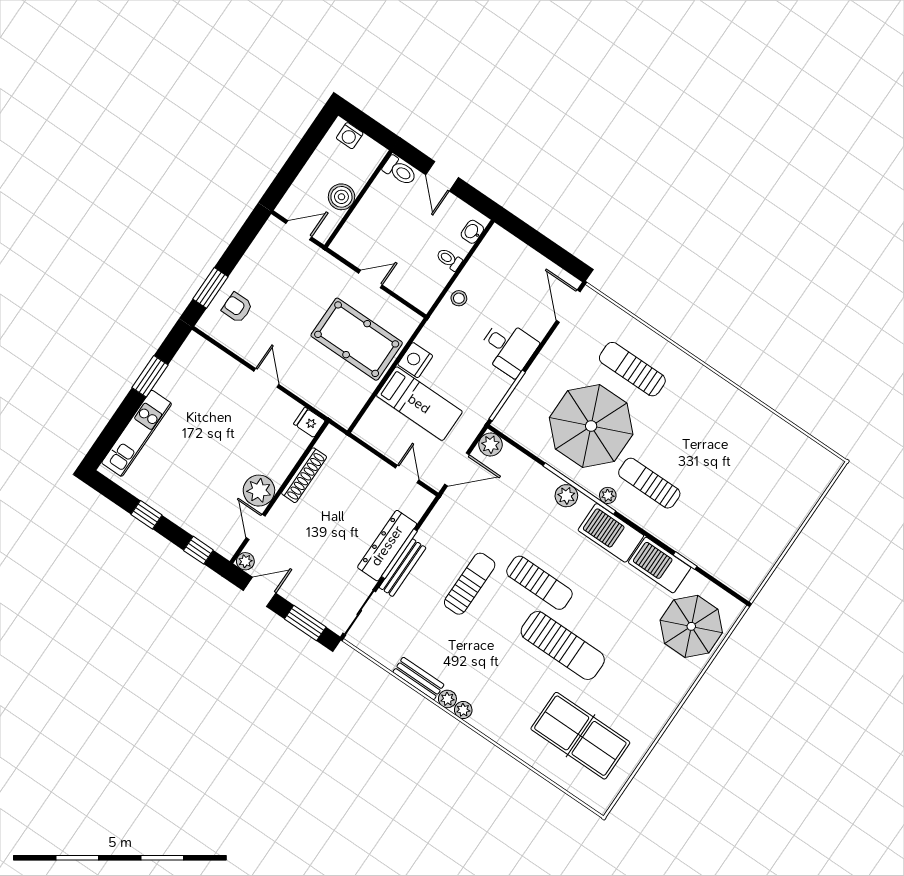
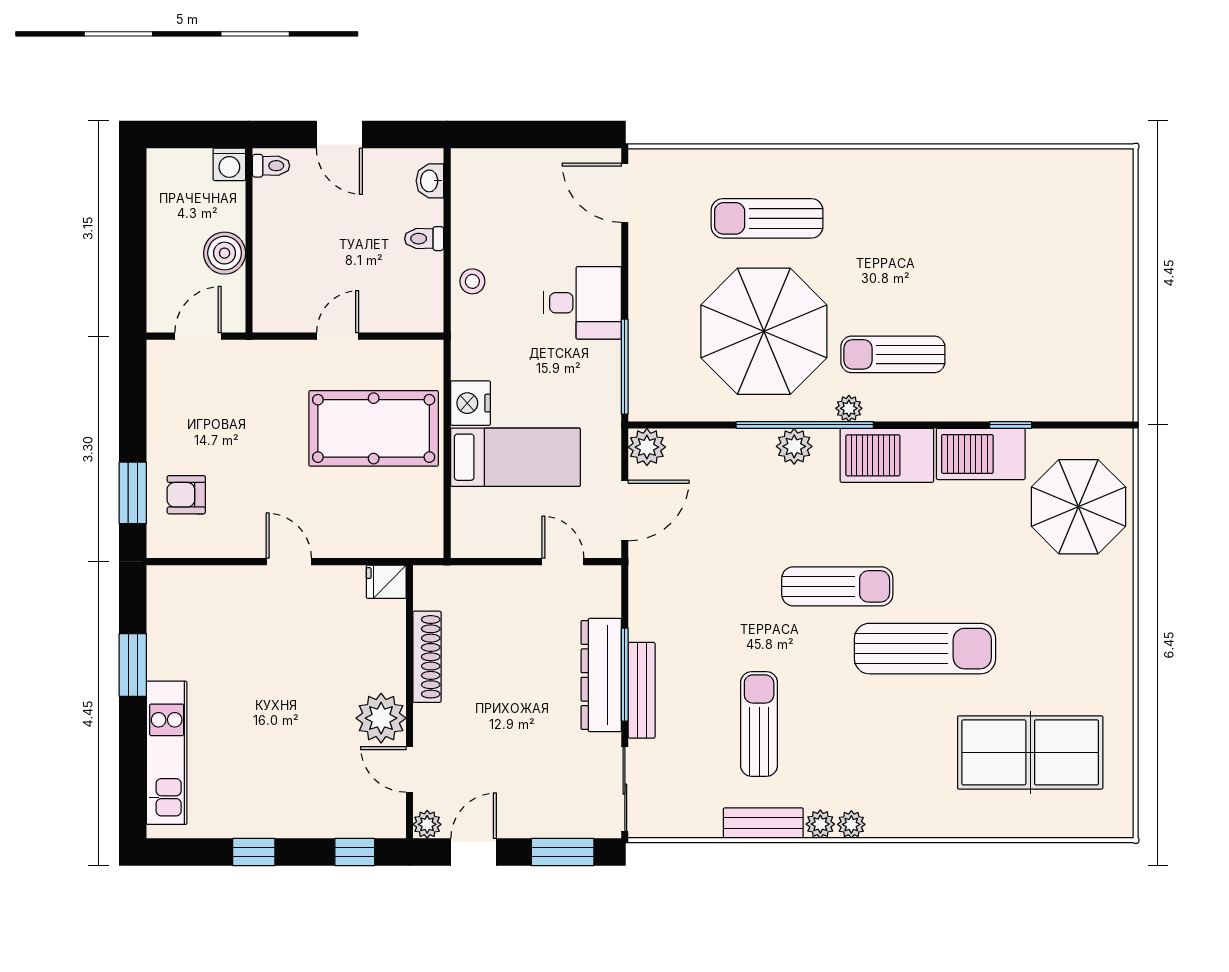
washing machine: (350, 136) -> (229, 164), moved
toilet: (400, 171) -> (271, 166), width x0.73, depth x0.72
sun lounger: (470, 584) -> (759, 724), moved

